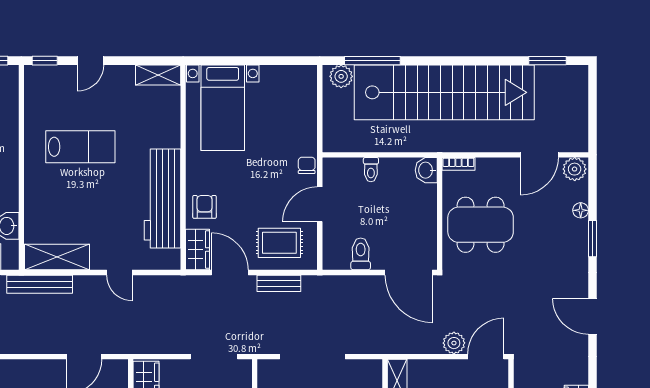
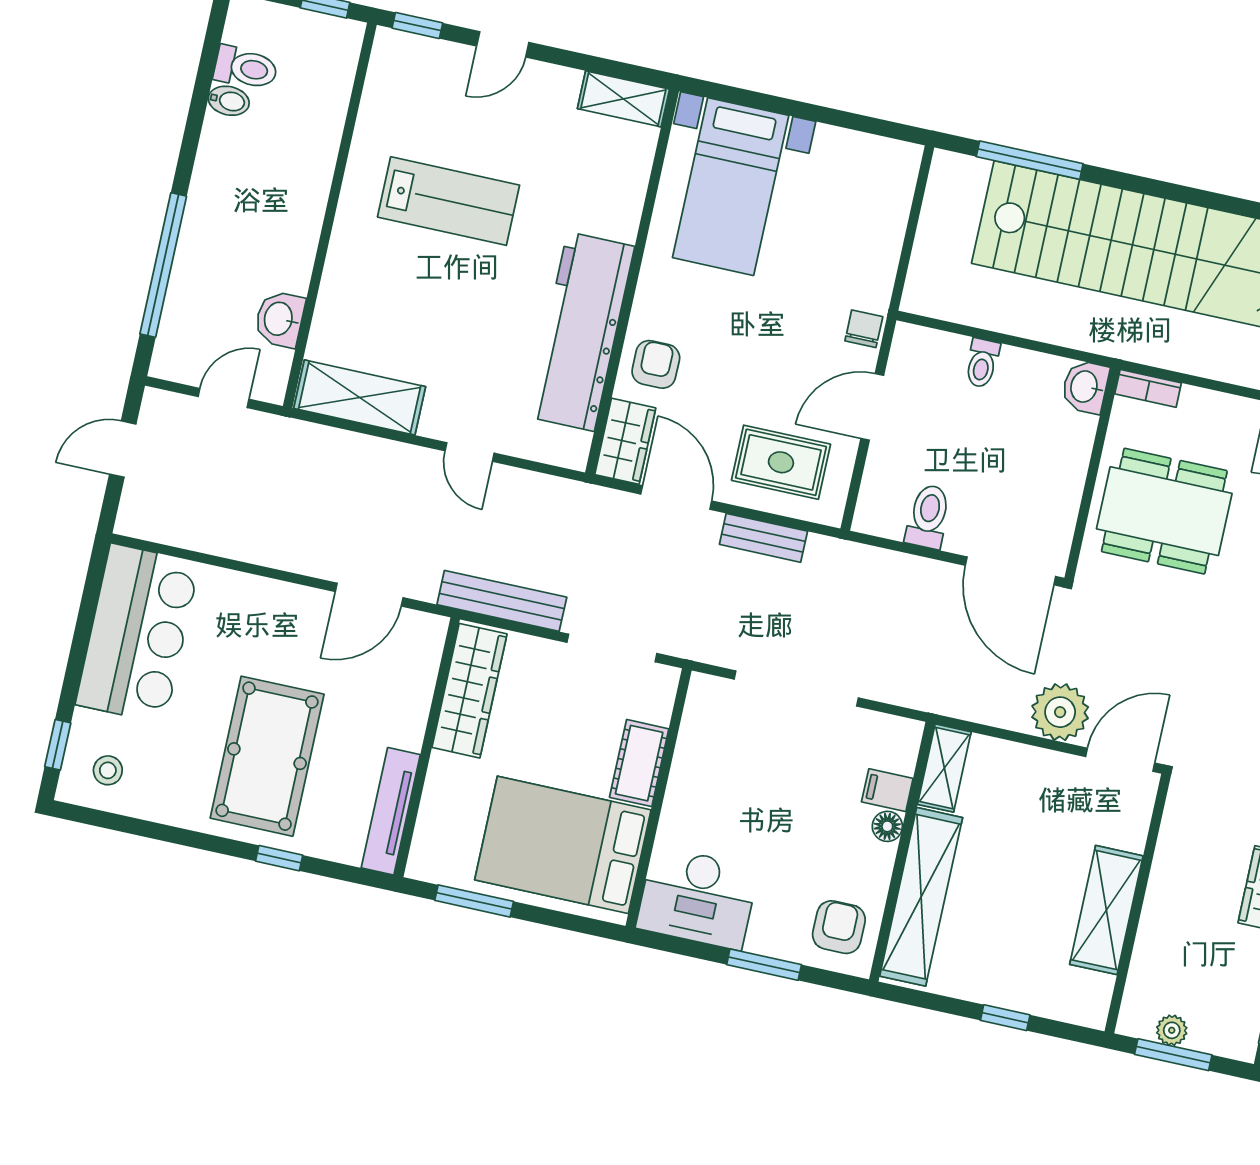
plant: (341, 76) -> (965, 177), removed
bench: (40, 284) -> (502, 601), moved
plant: (454, 343) -> (1060, 712), width x1.36, depth x1.36

